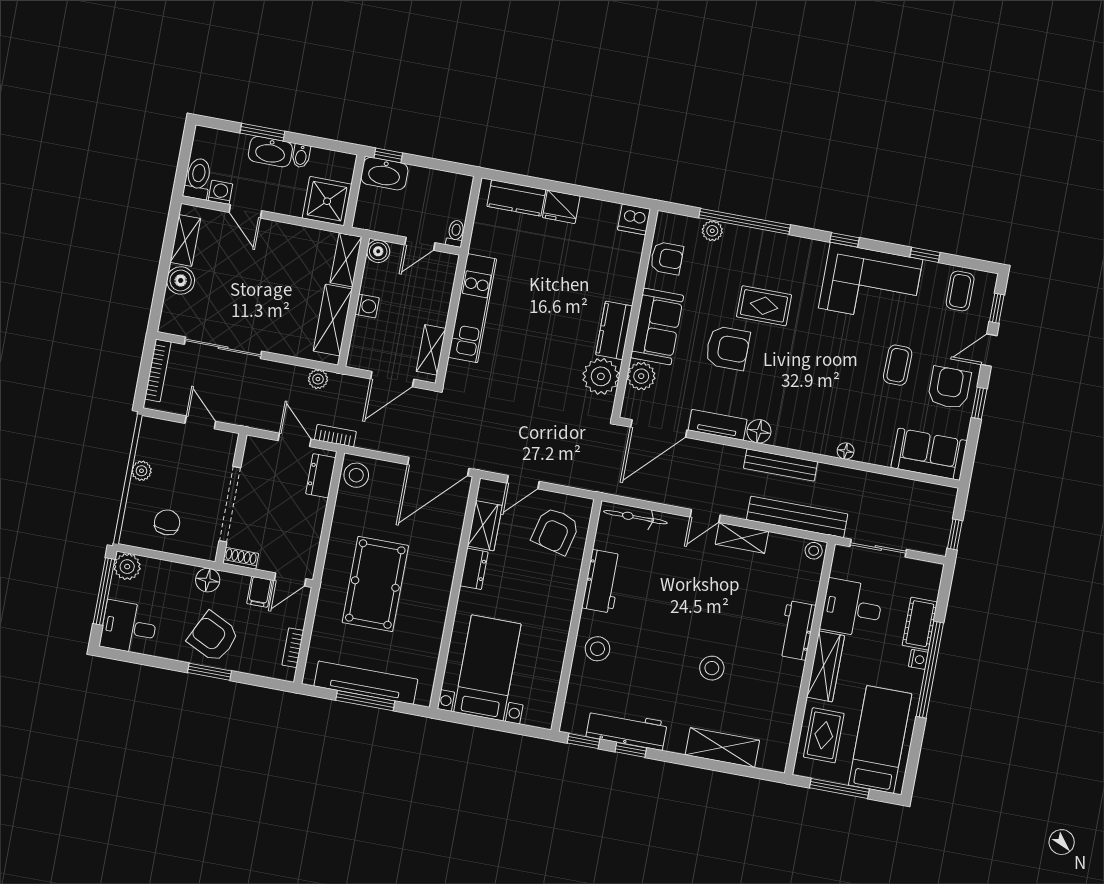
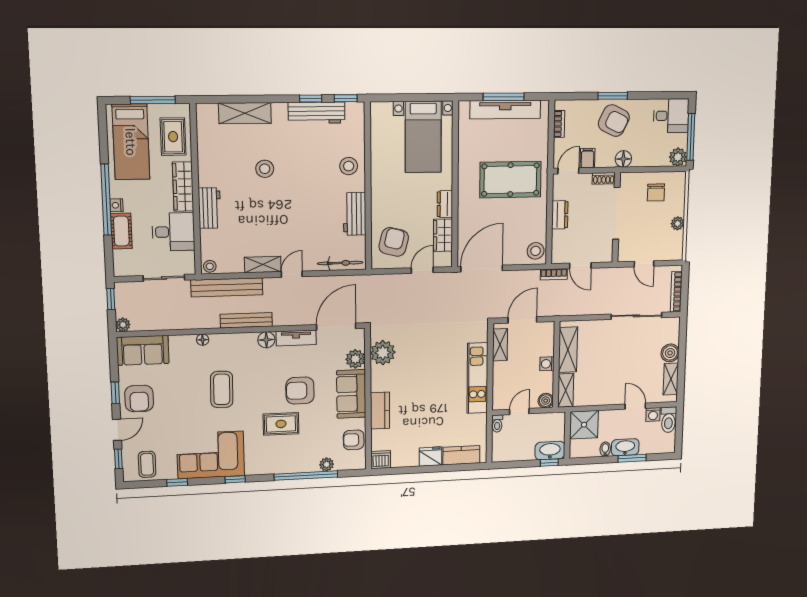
kitchen counter: (614, 330) -> (380, 411), moved
coffee table: (898, 365) -> (222, 389), moved, width x1.36, depth x1.30
plant: (318, 379) -> (123, 325), moved
dresser: (321, 476) -> (560, 215), moved
pool table: (375, 584) -> (510, 180), turned 90

